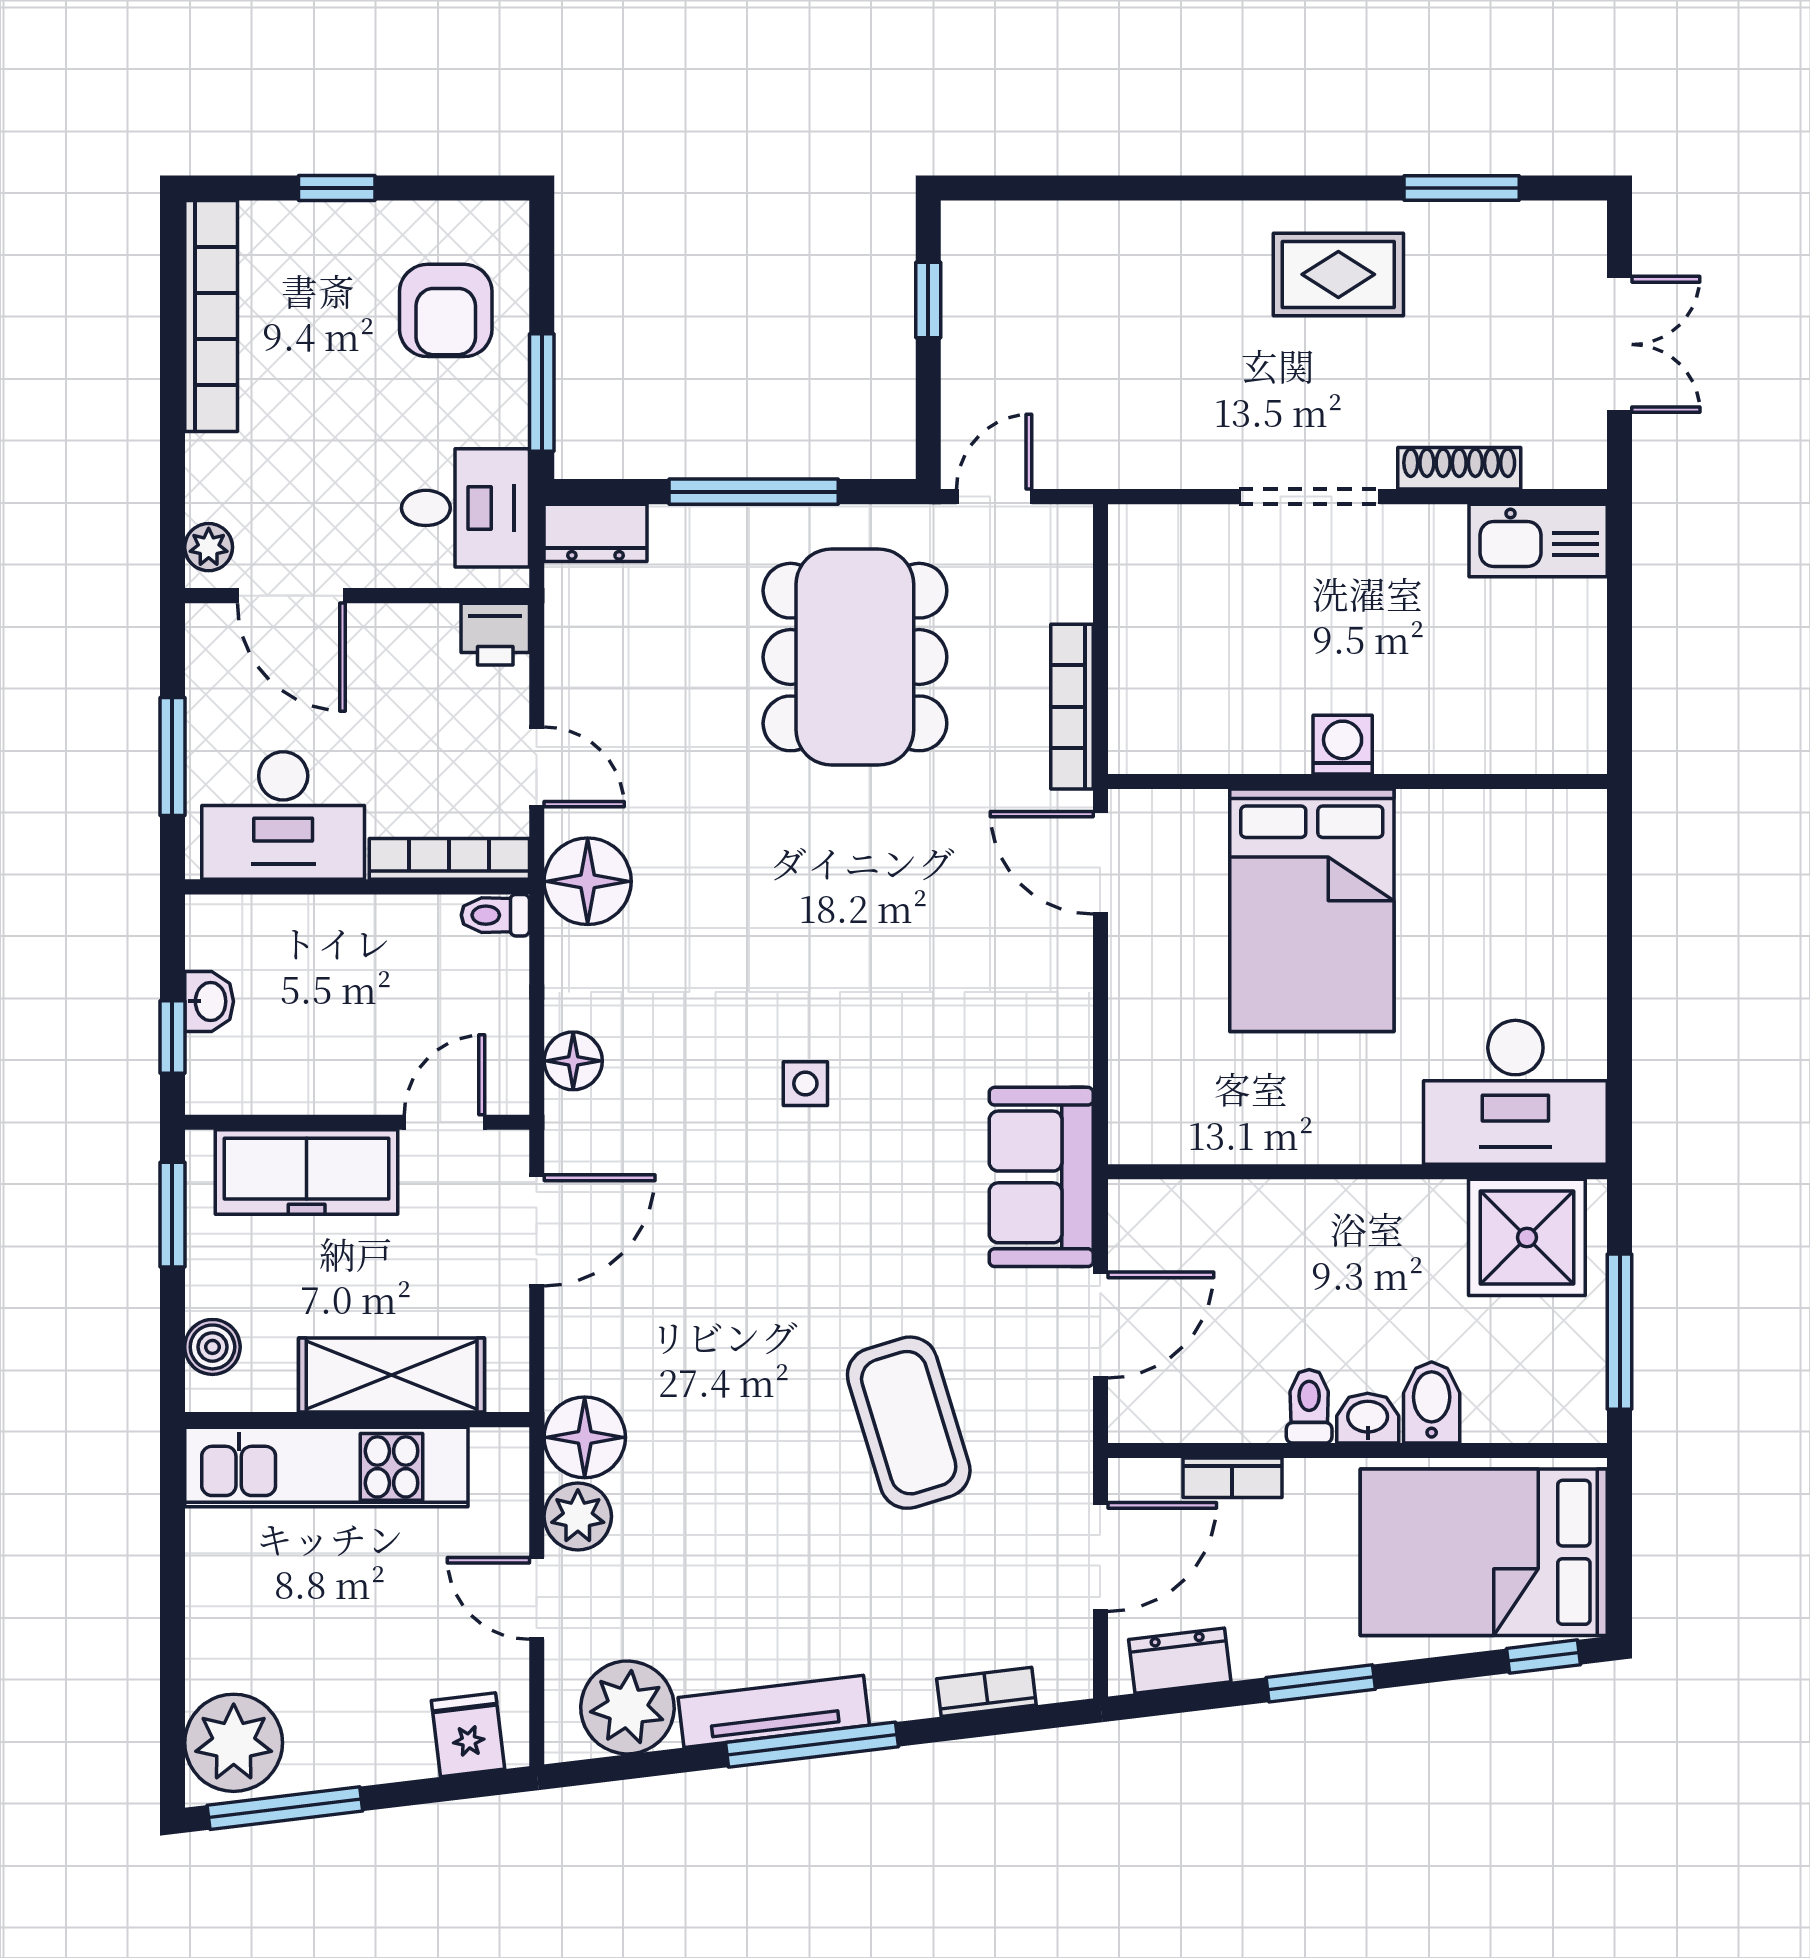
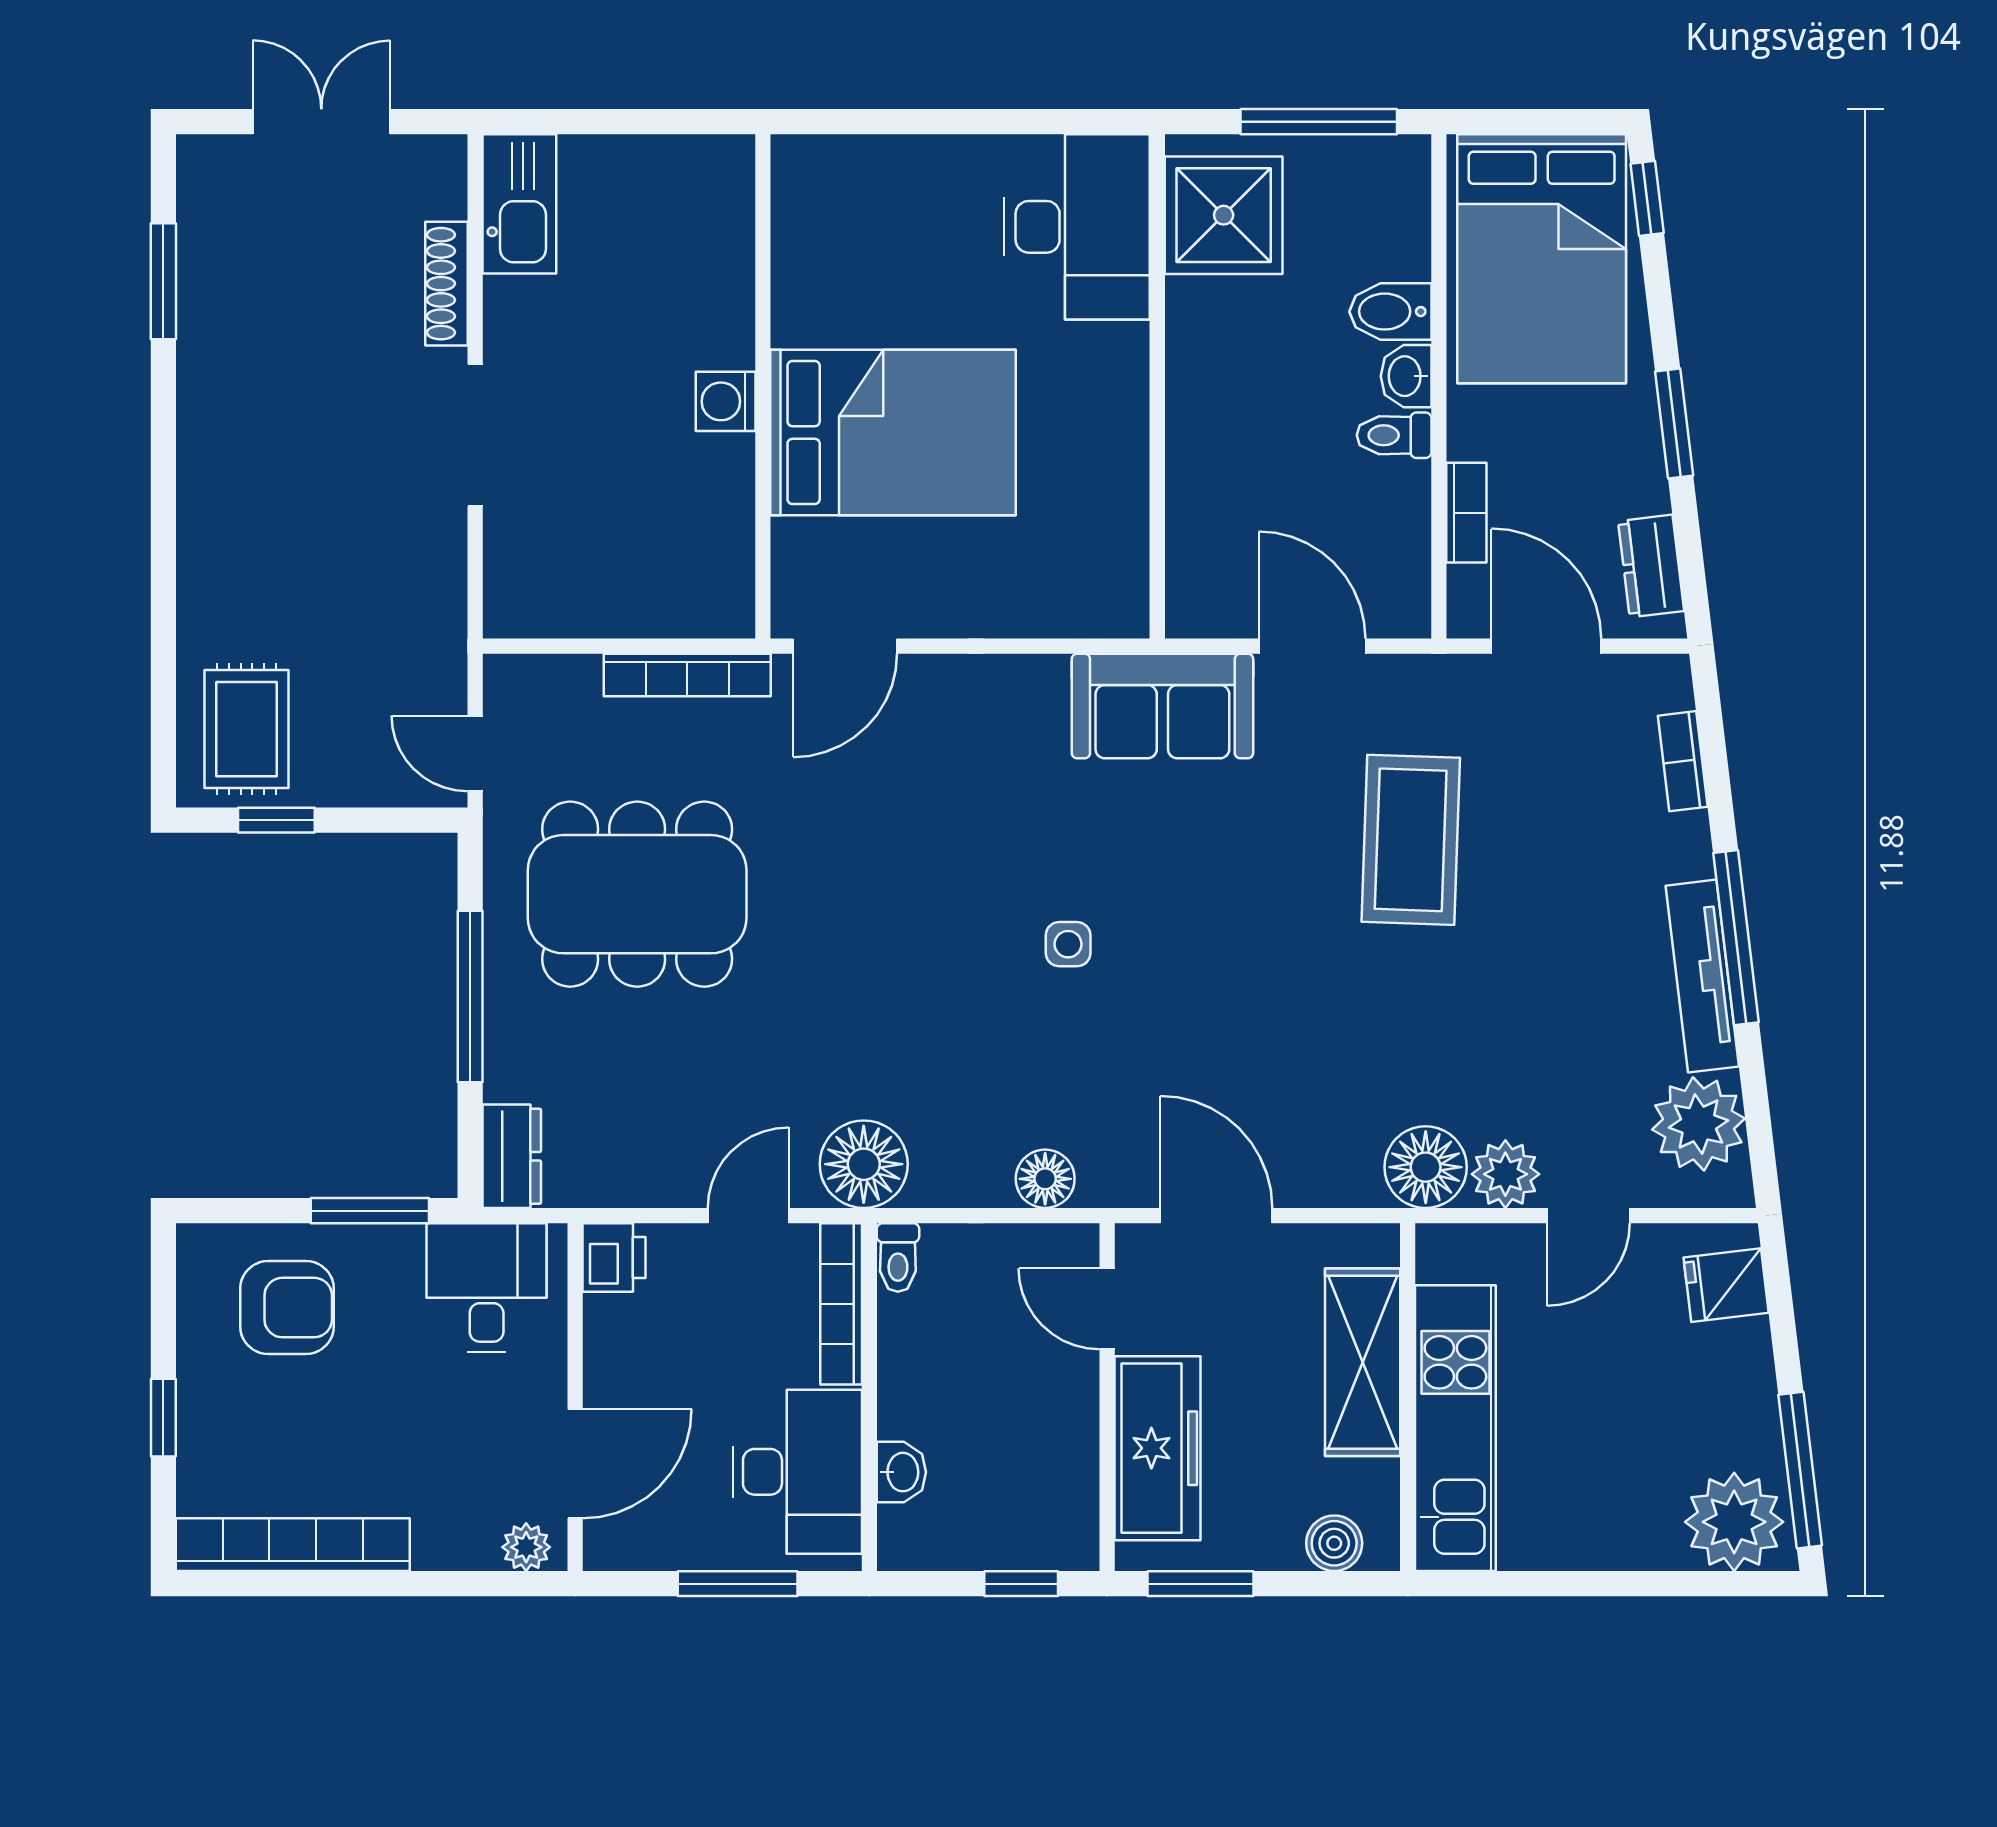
rug: (1338, 274) -> (247, 729), moved
washbasin: (209, 1001) -> (901, 1472), moved, turned 90
coffee table: (909, 1423) -> (1411, 840), turned -71

